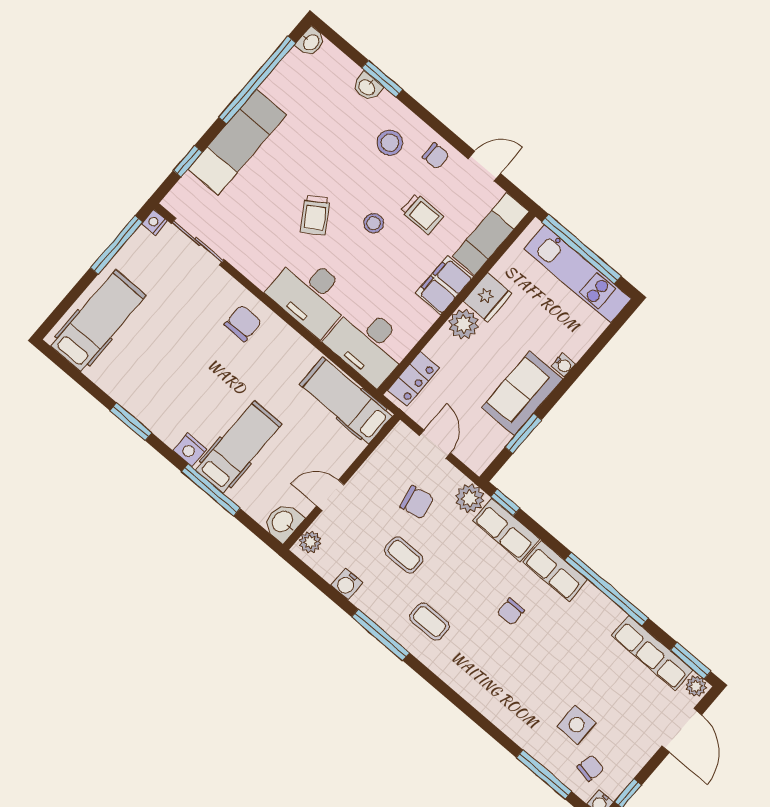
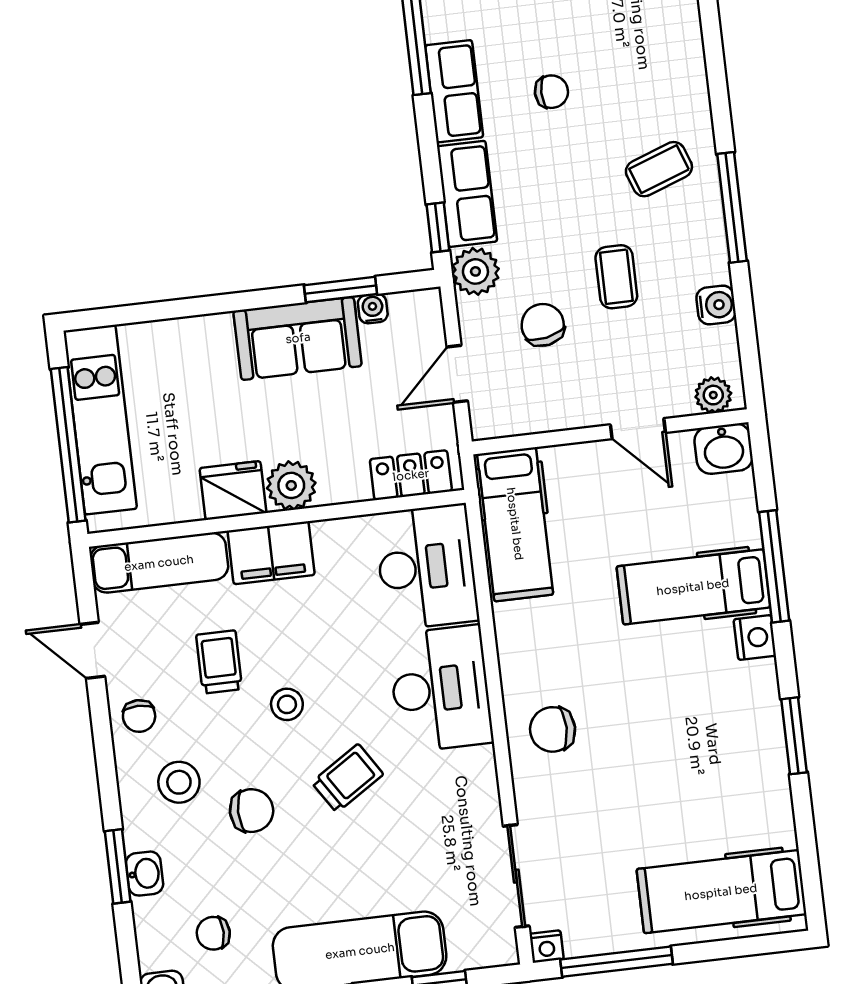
chair: (311, 89) -> (213, 933), added
chair: (436, 156) -> (139, 716), turned 180
chair: (345, 160) -> (252, 811), added
water cooler: (563, 365) -> (373, 309), moved
coffee table: (430, 622) -> (659, 169), turned 70

